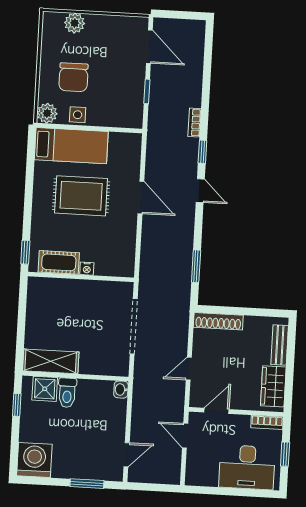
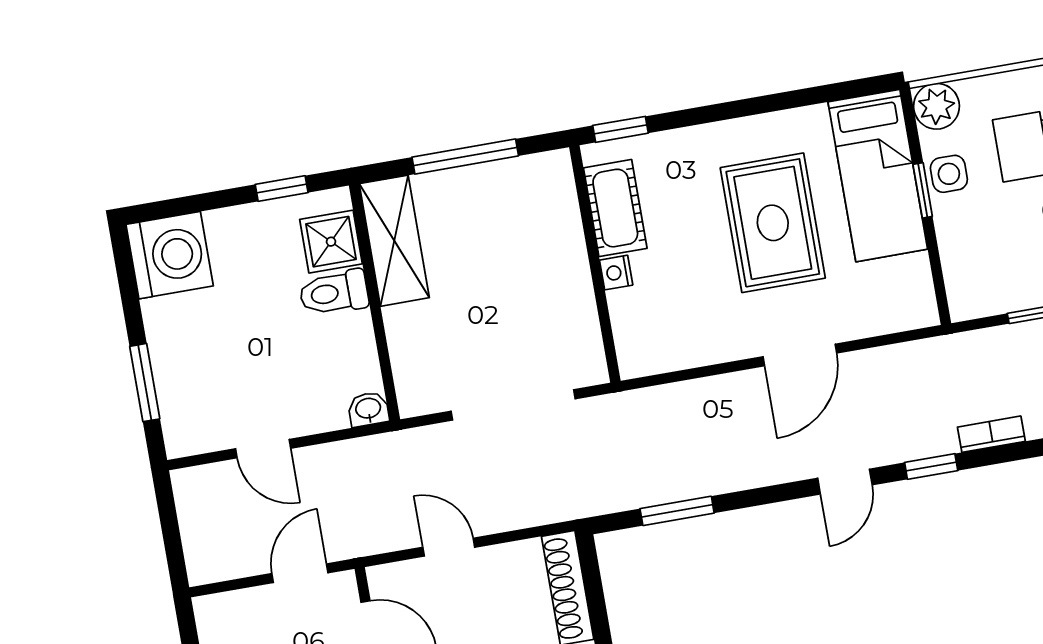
window: (82, 128) -> (923, 190), added
window: (21, 322) -> (465, 156), added
door: (127, 455) -> (263, 449), moved

